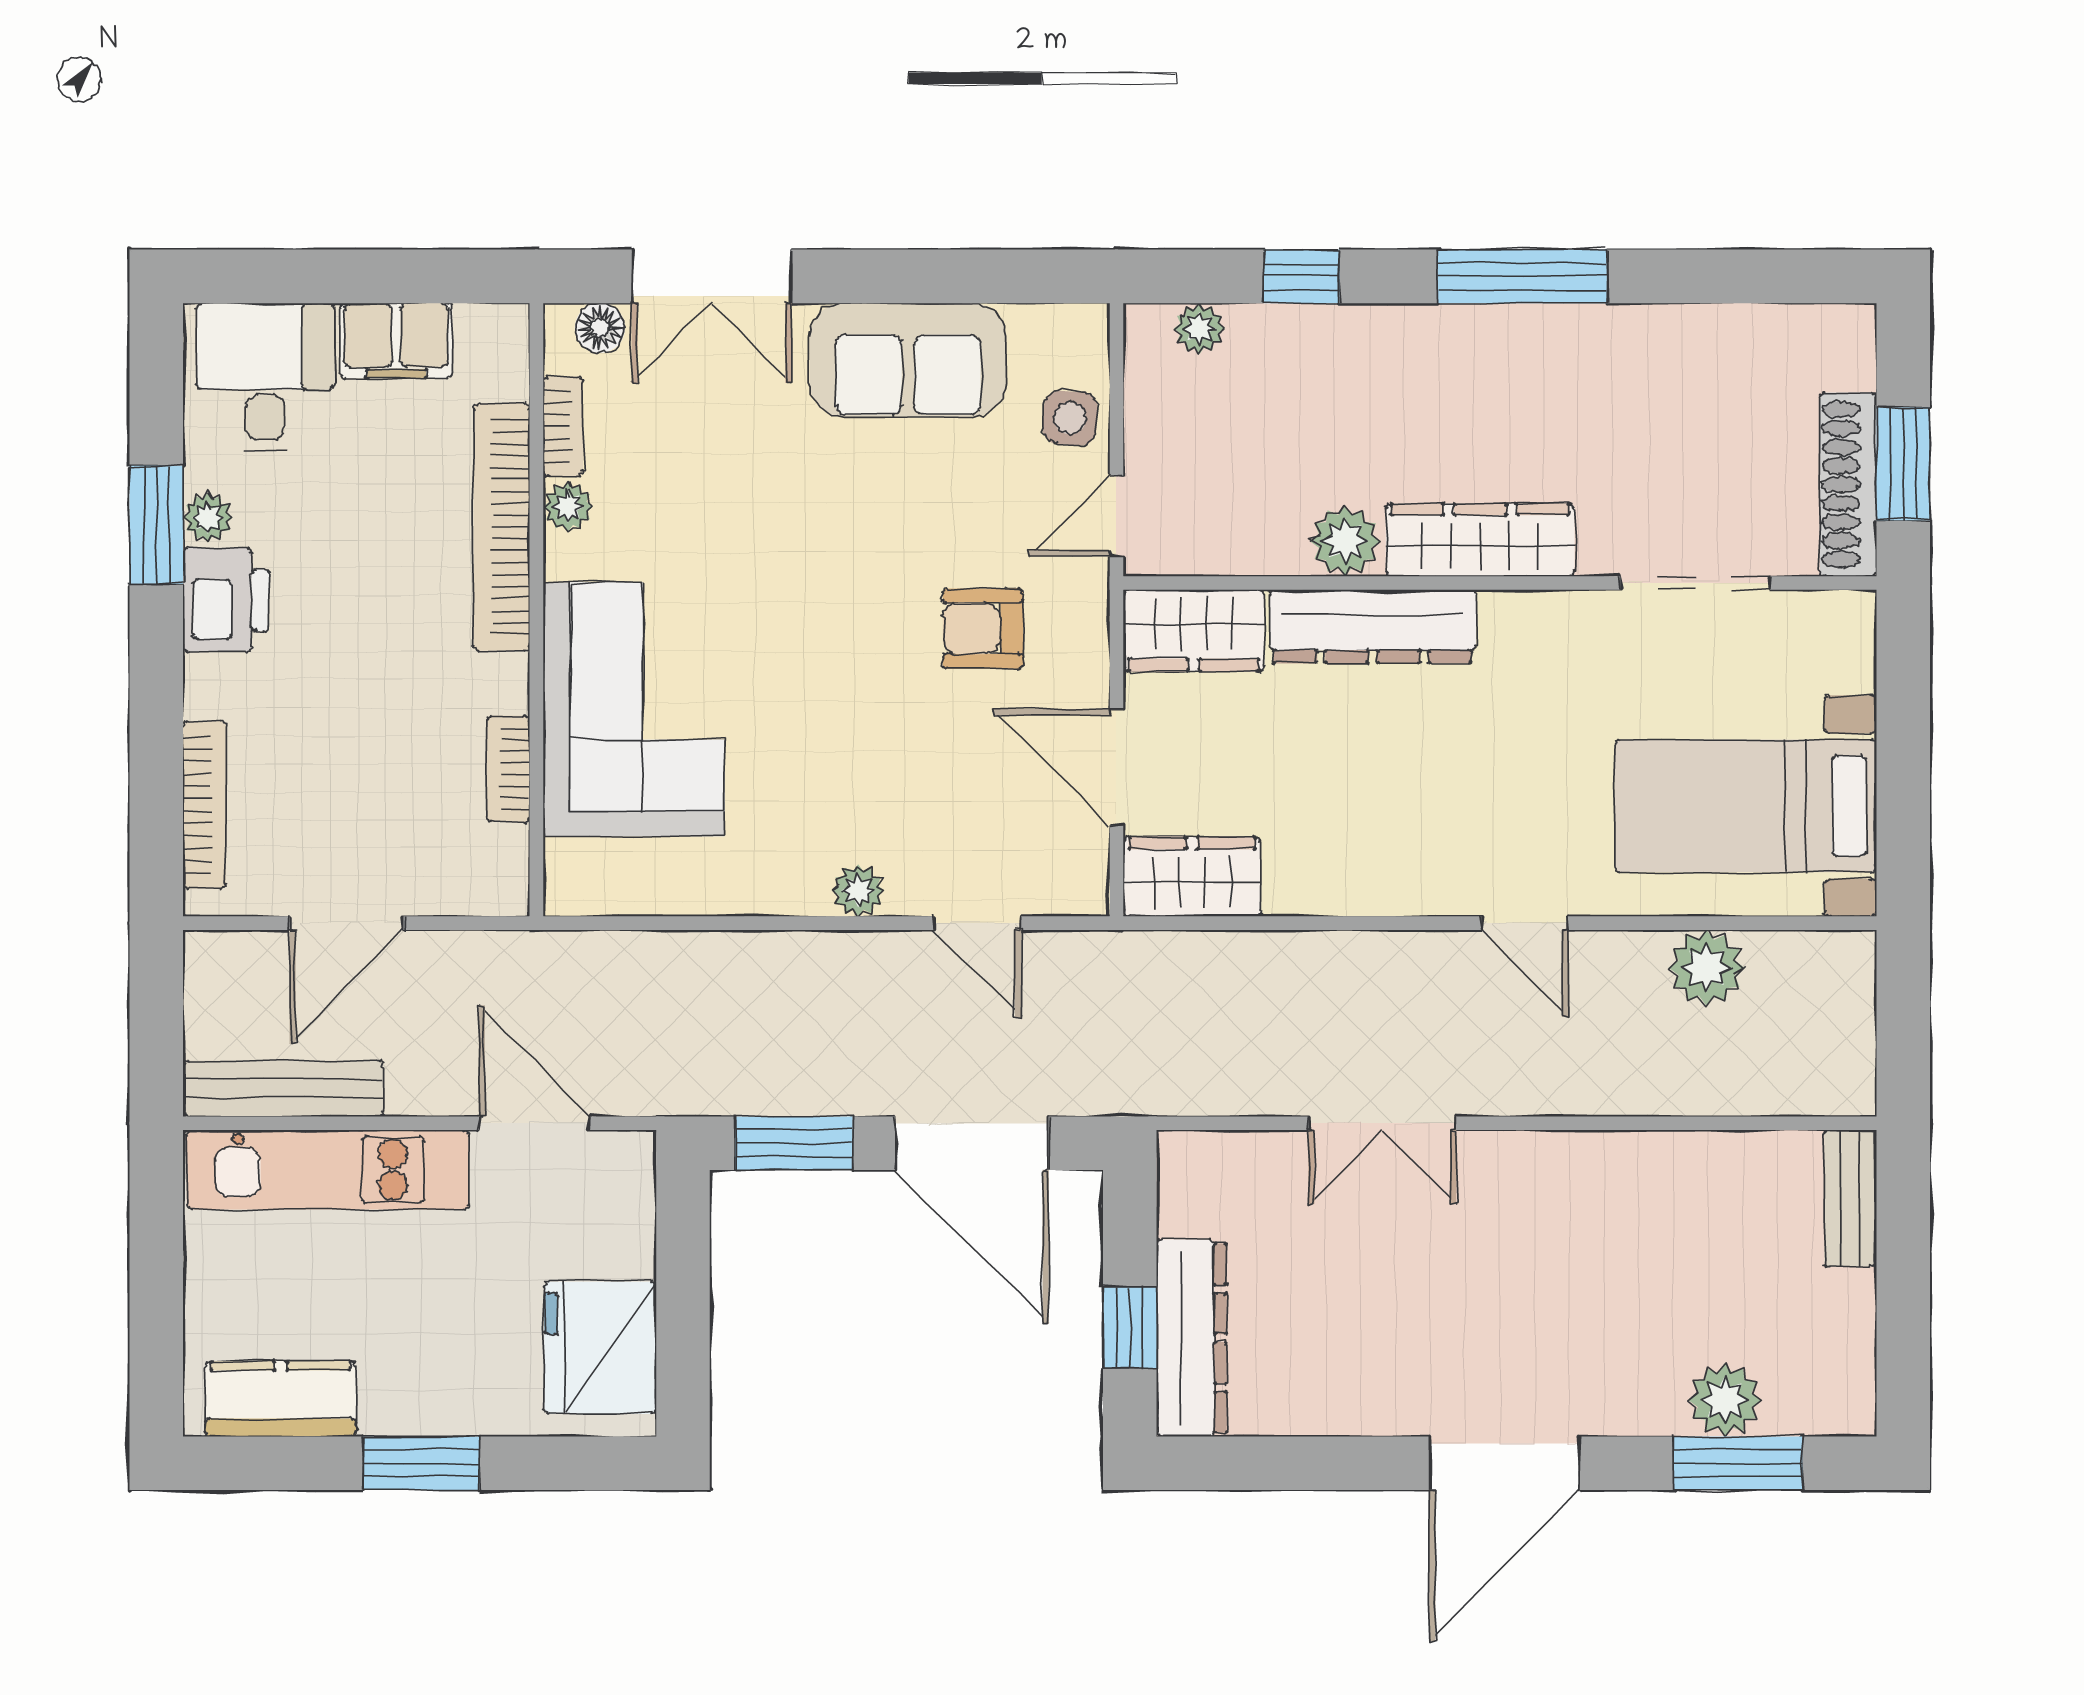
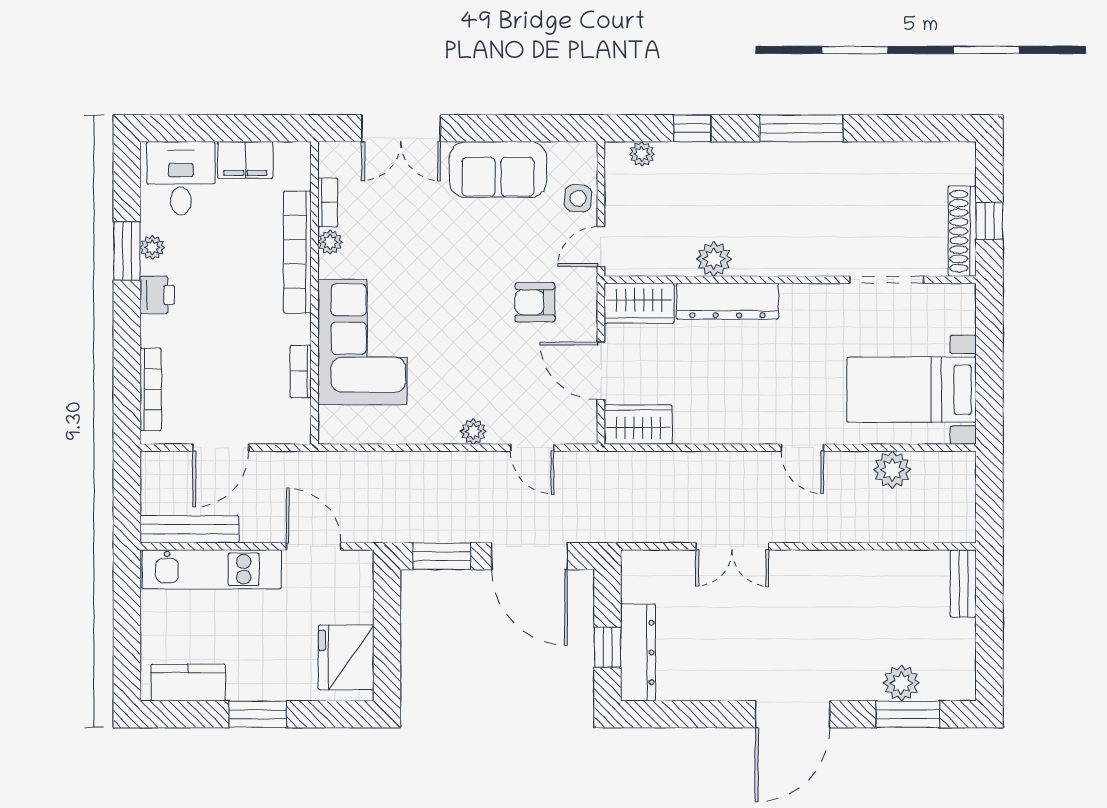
floor lamp: (600, 328) -> (346, 154), removed
window: (1903, 464) -> (989, 221), width x0.67
wardrobe: (1480, 540) -> (780, 258), removed
printer: (226, 600) -> (157, 295), width x0.73, depth x0.81

